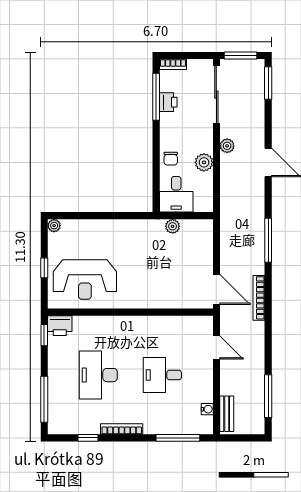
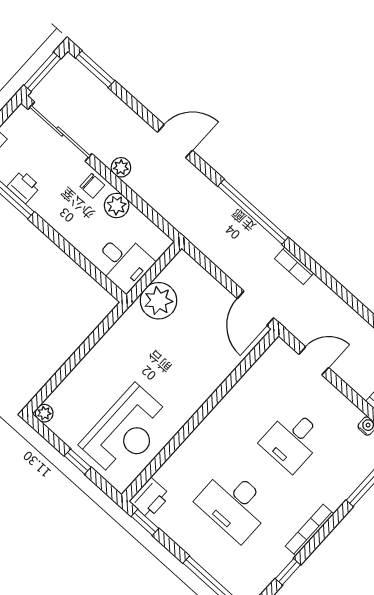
chair: (171, 159) -> (92, 186), moved
plant: (173, 226) -> (159, 301), width x1.87, depth x1.87
window: (268, 240) -> (253, 212), width x1.46
door: (216, 289) -> (255, 308), swing flipped
bookcase: (259, 298) -> (294, 266), width x0.64

